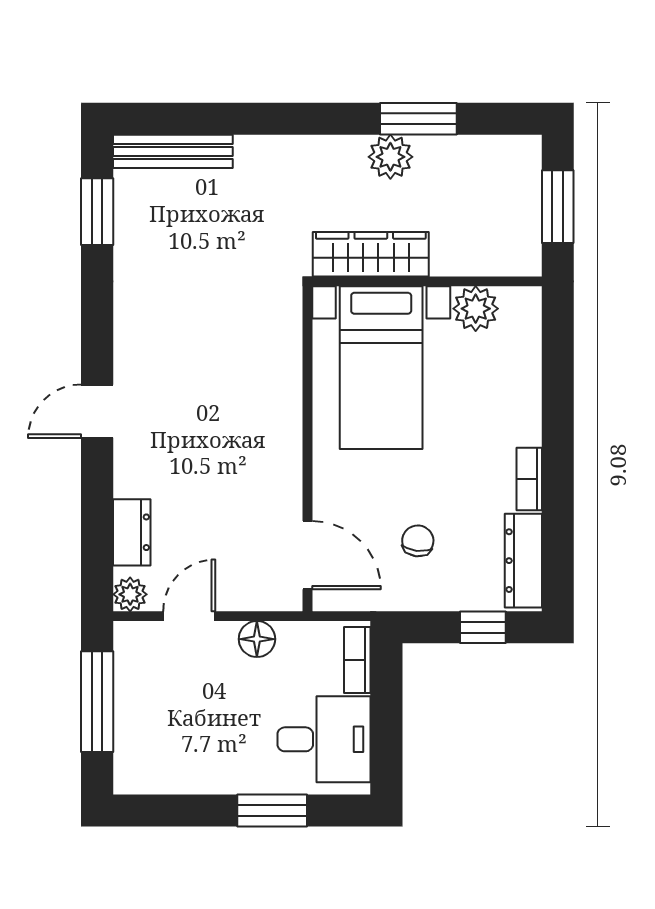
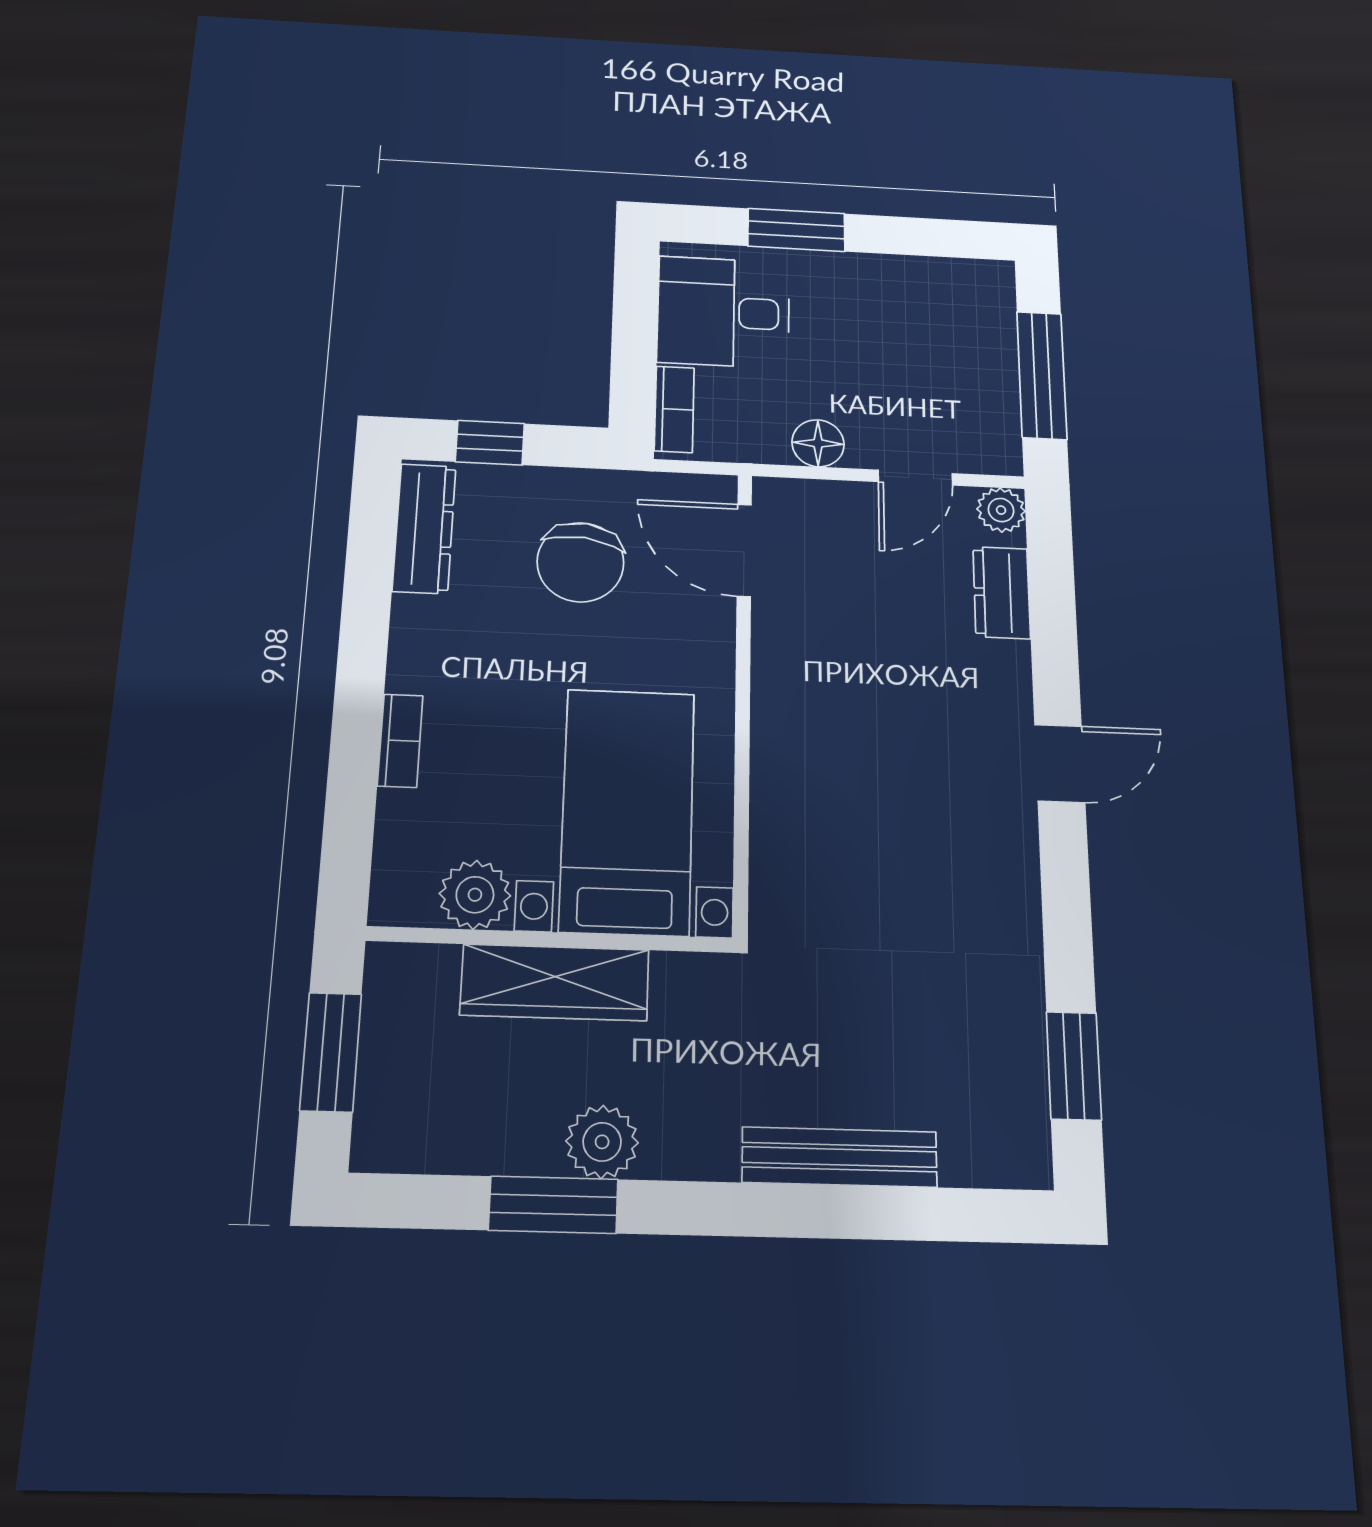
bench: (173, 151) -> (840, 1157), moved
wardrobe: (371, 254) -> (555, 982), moved
bookcase: (529, 479) -> (400, 741), moved
chair: (418, 541) -> (580, 562), width x1.87, depth x1.87

